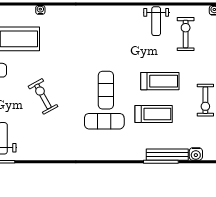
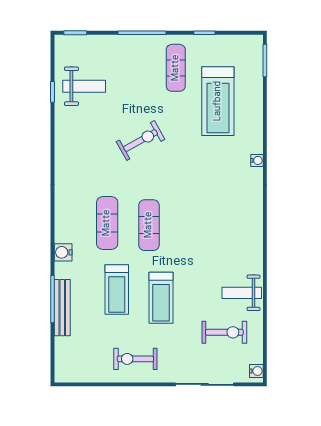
water cooler: (40, 10) -> (257, 160), moved
exercise mat: (106, 90) -> (149, 225), turned 90
water cooler: (196, 154) -> (63, 252), moved

